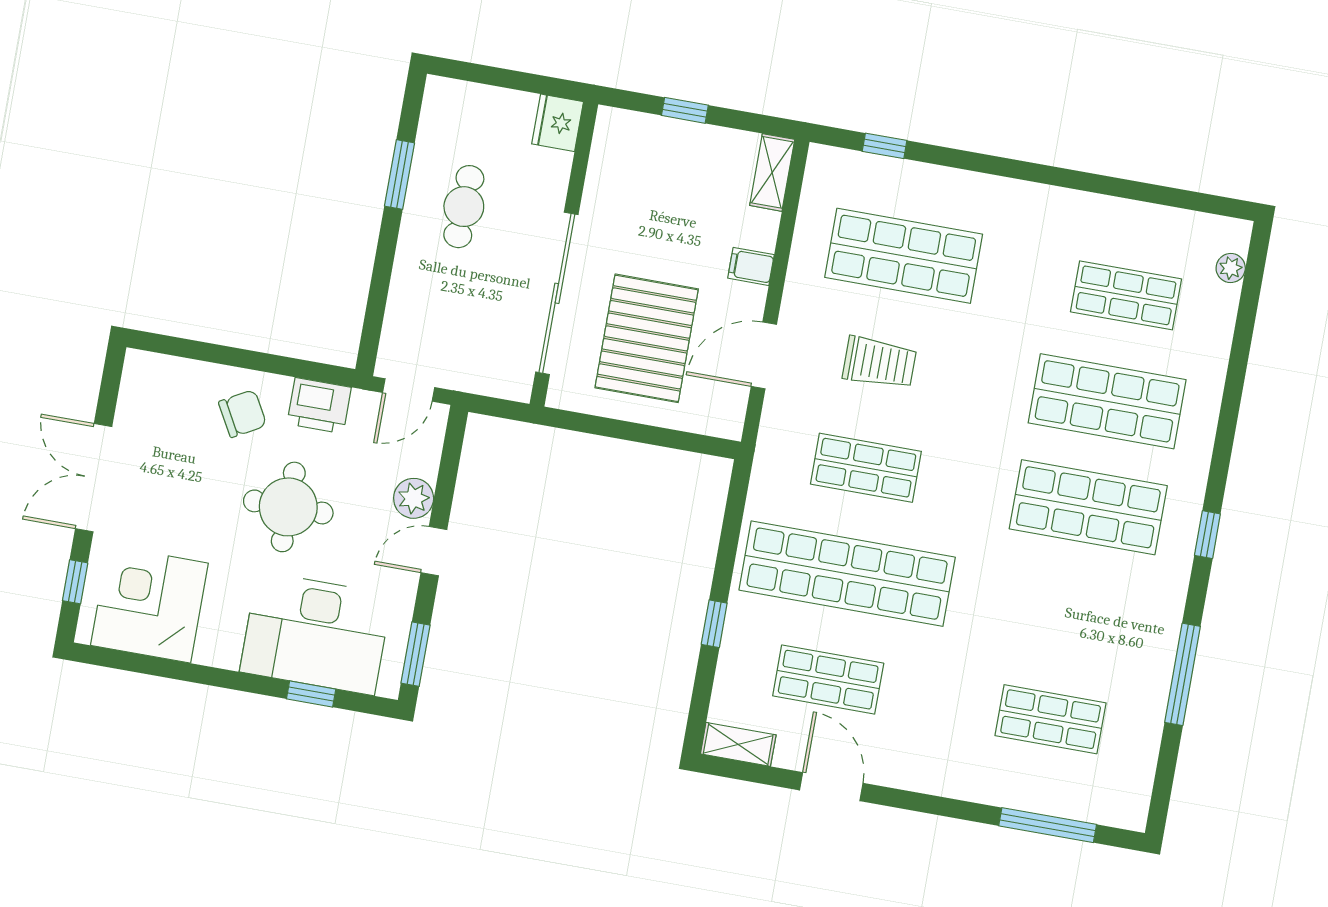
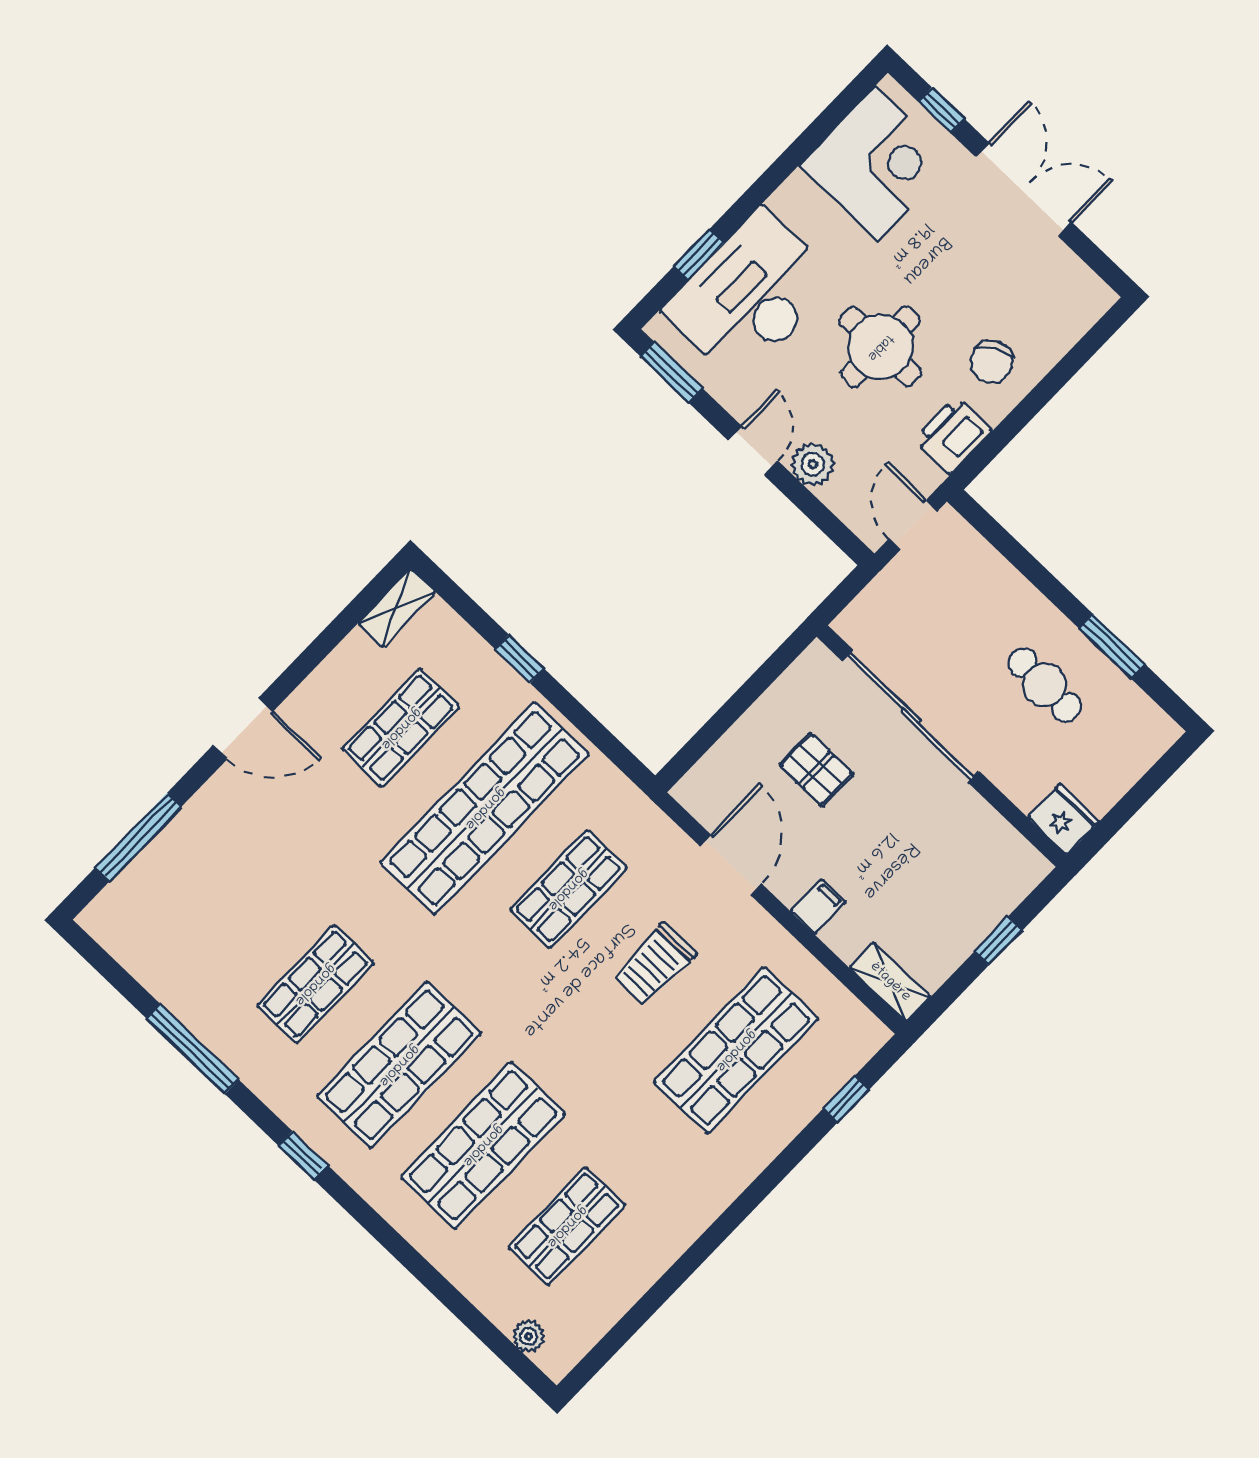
pallet: (647, 338) -> (816, 770), width x0.49, depth x0.50
shop shelf: (1051, 719) -> (315, 984), moved
door: (831, 787) -> (243, 728), moved

